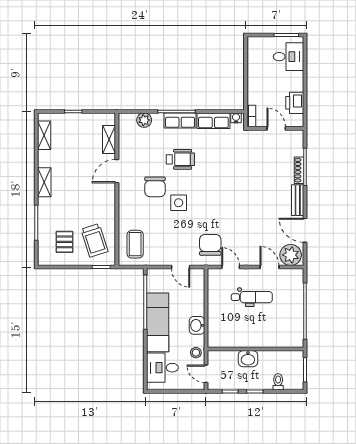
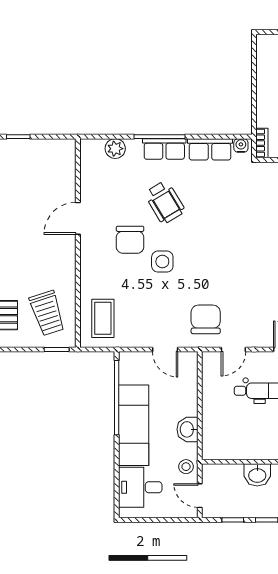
shelving: (109, 139) -> (67, 175), removed
wheelchair: (180, 159) -> (165, 202), turned 59
door: (231, 267) -> (233, 350), swing flipped

